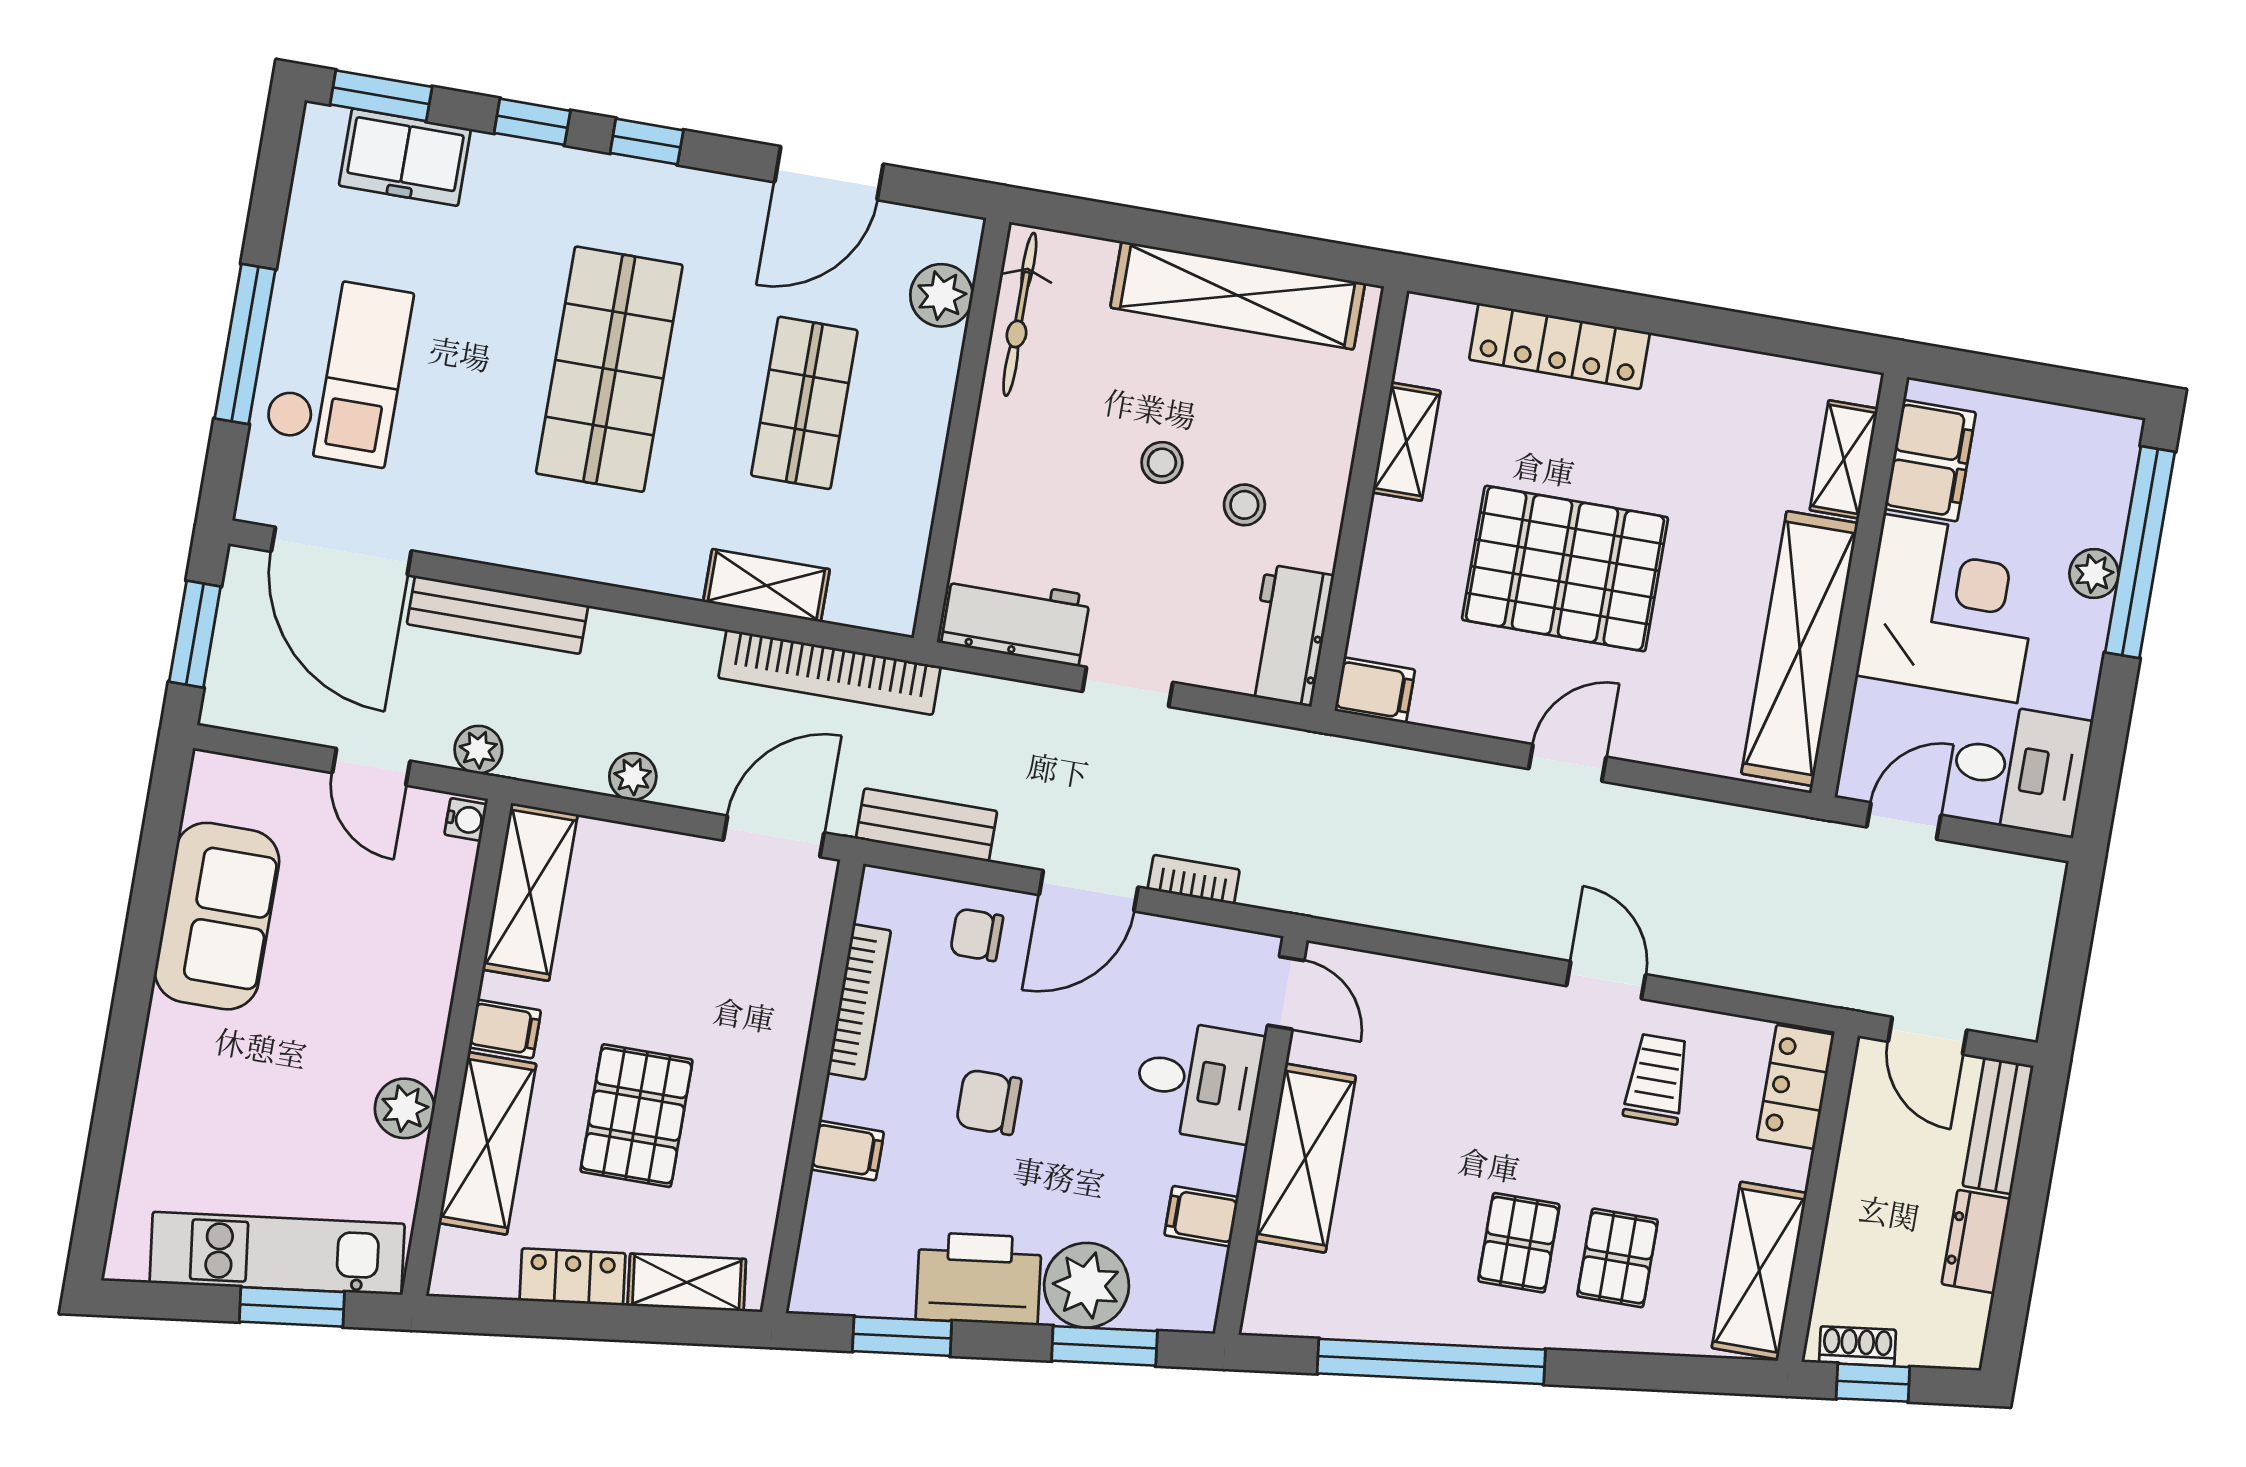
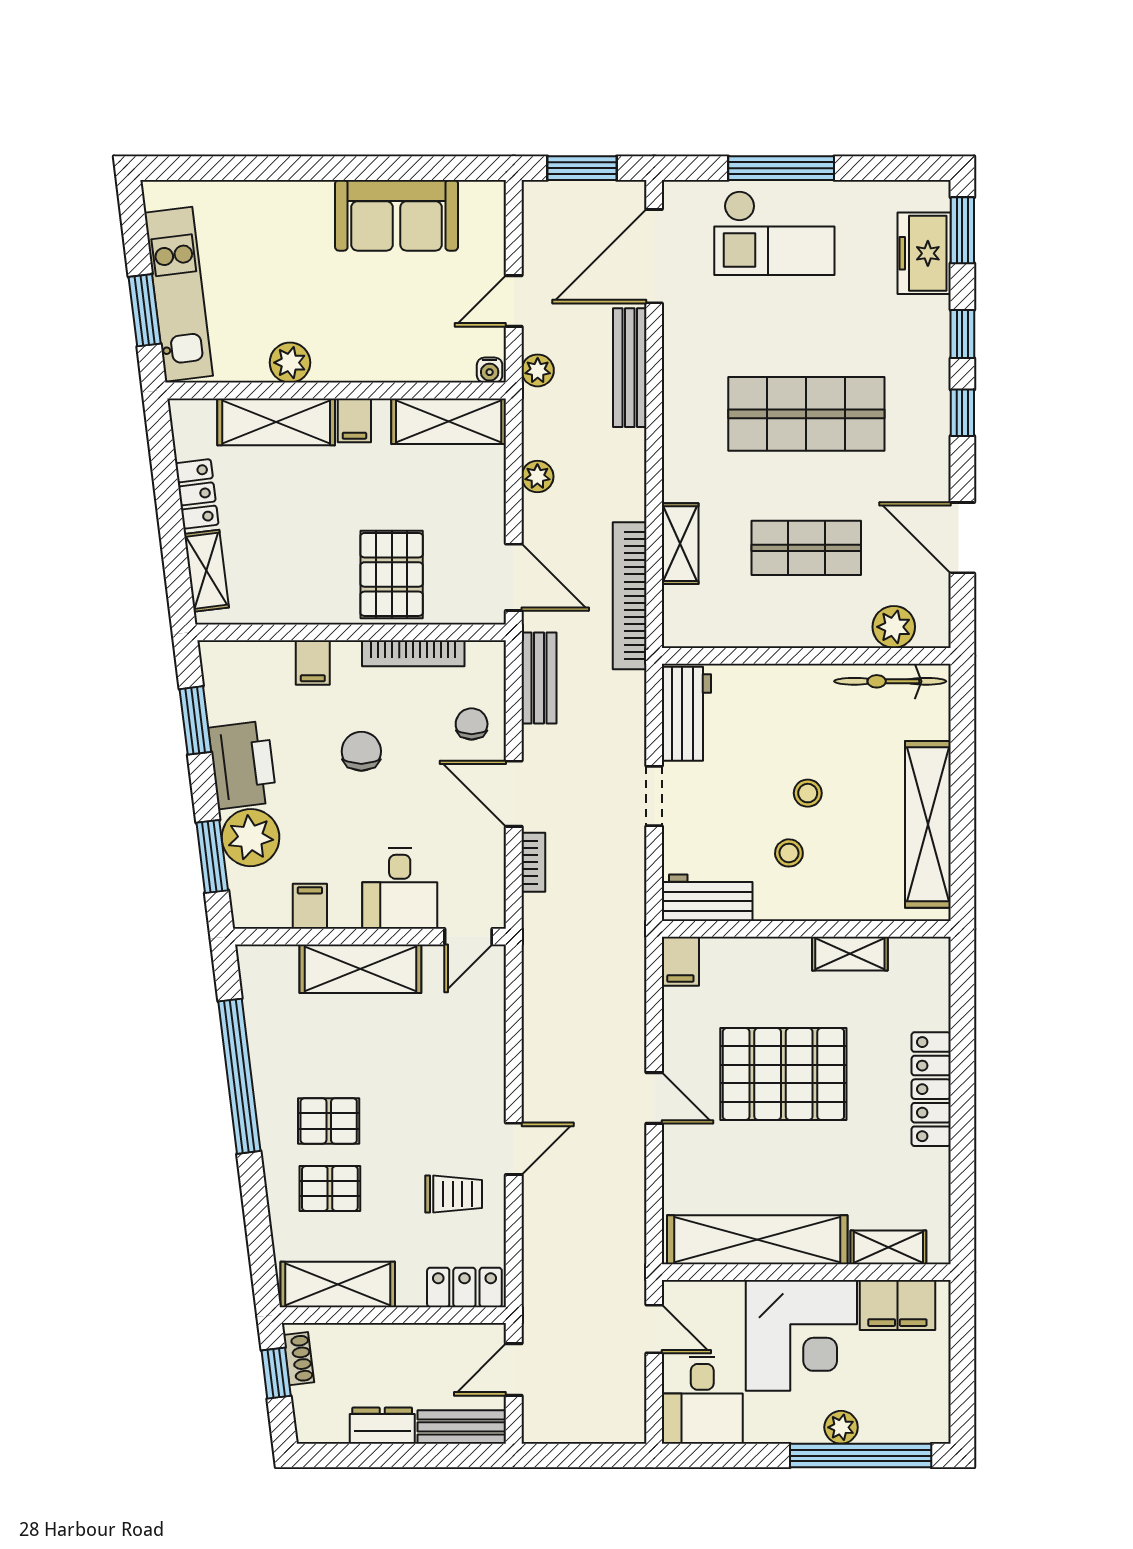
locker: (1560, 346) -> (931, 1089), moved
pallet: (1565, 569) -> (783, 1074), turned 90
pallet: (637, 1116) -> (392, 574), moved, turned 90

